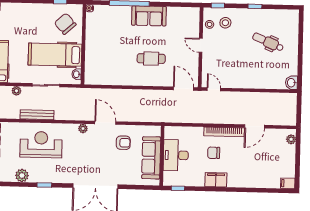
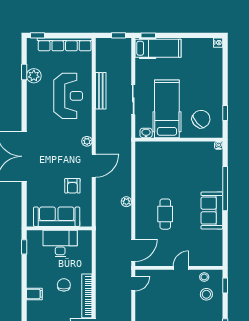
plant: (16, 91) -> (126, 202), moved
filing cabinet: (216, 180) -> (34, 294), width x0.50
window: (44, 185) -> (24, 72), moved

